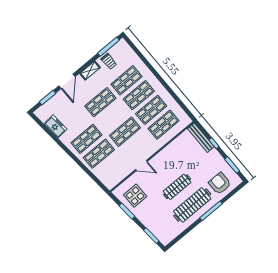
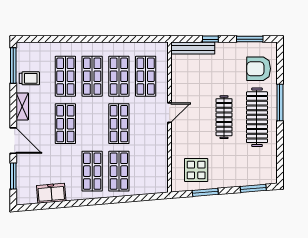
door: (141, 165) -> (170, 113), moved

